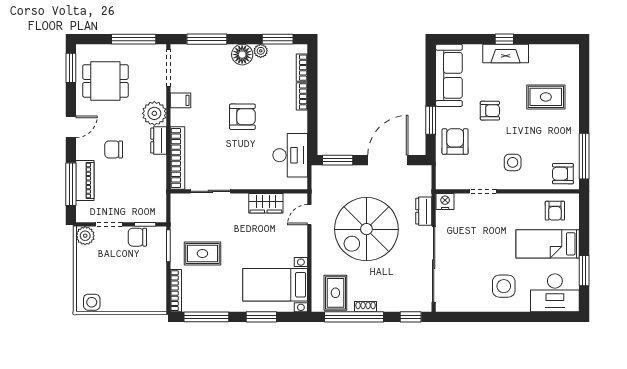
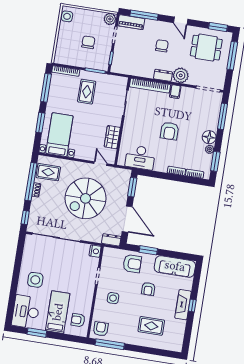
window: (134, 39) -> (232, 56), moved
dining table: (105, 81) -> (206, 48), turned 90
rug: (546, 97) -> (151, 326), turned 90
filing cabinet: (181, 100) -> (175, 92), moved
piano: (85, 180) -> (131, 22), moved
dresser: (424, 211) -> (111, 240), moved
spiral stairs: (366, 229) -> (86, 198), turned -90
chair: (137, 237) -> (88, 42), moved

